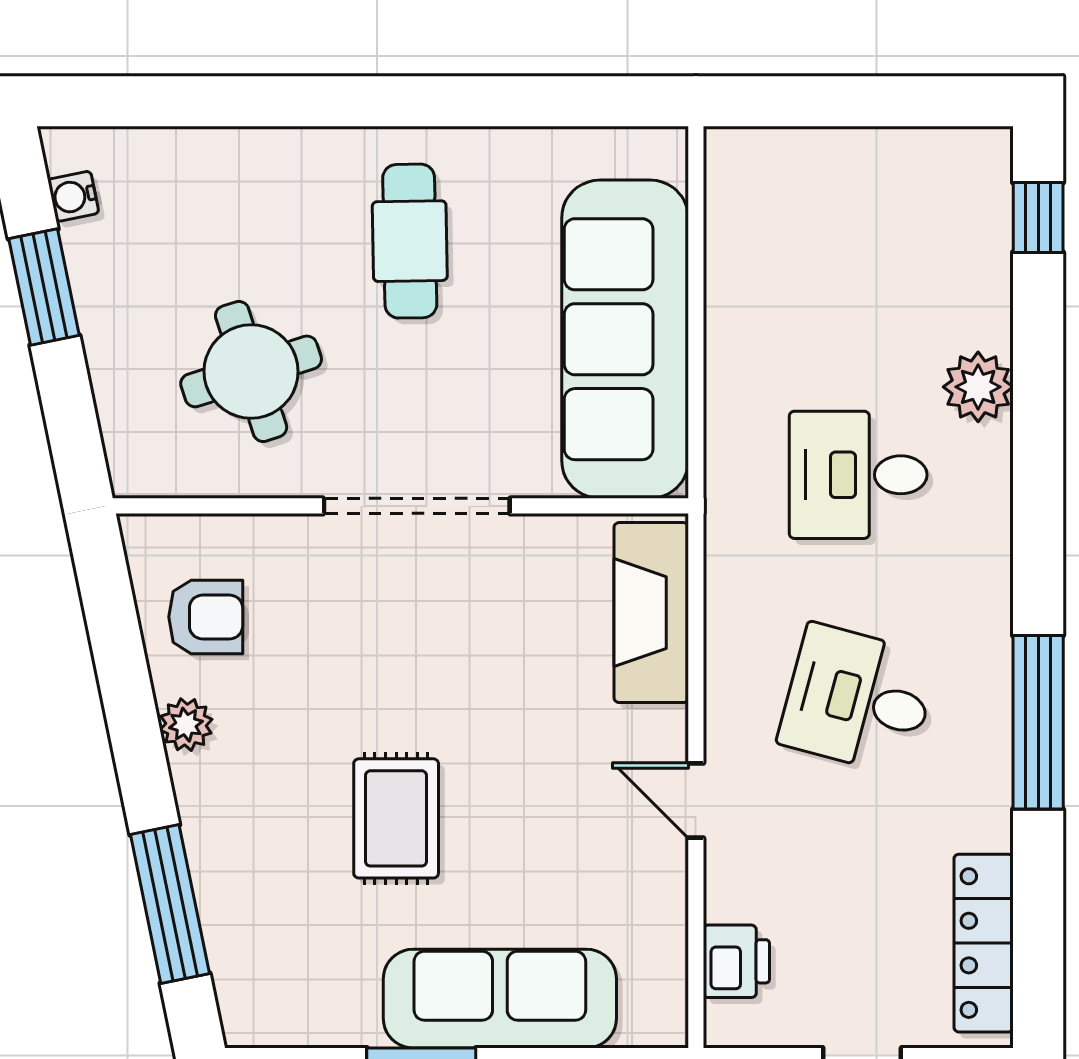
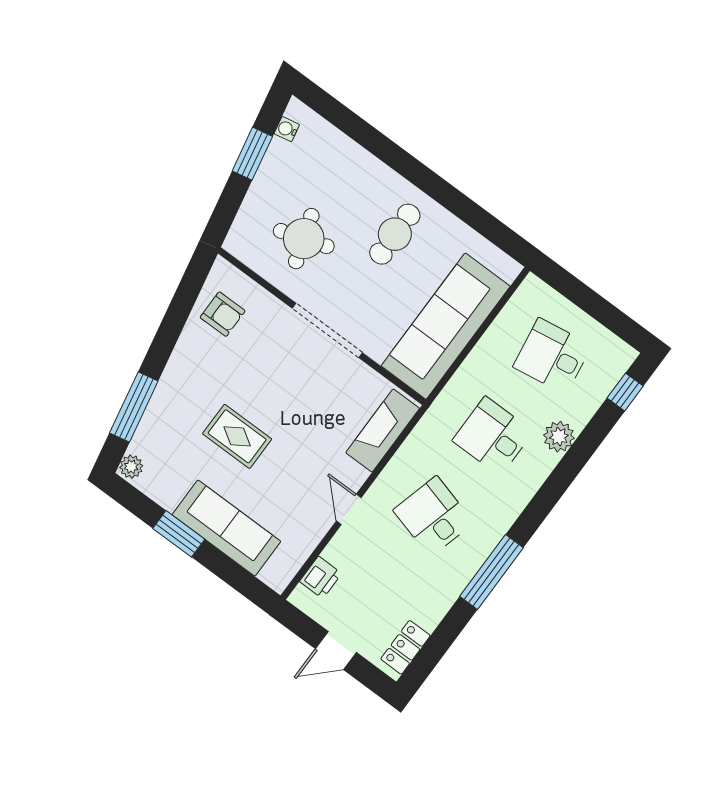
desk: (858, 250) -> (552, 356), added
plant: (186, 725) -> (131, 467), moved
rug: (396, 818) -> (237, 436), turned 90
locker: (984, 943) -> (405, 647), width x0.66

